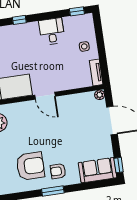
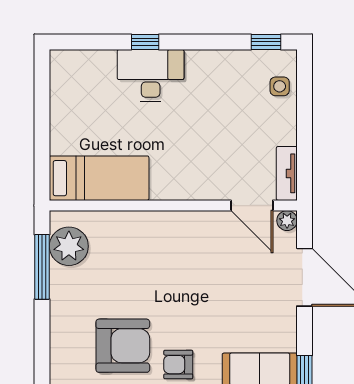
desk: (52, 31) -> (151, 76), moved, width x1.37
side table: (84, 46) -> (280, 86), moved
door: (45, 96) -> (252, 205), moved

